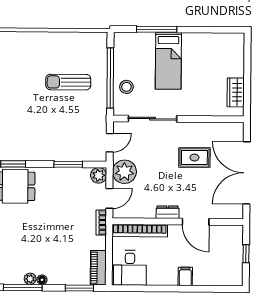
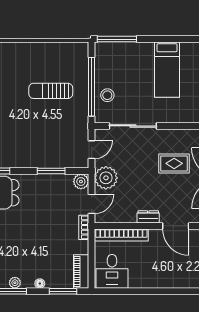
window: (157, 29) -> (117, 39), moved
bed: (168, 61) -> (167, 70), moved
filing cabinet: (185, 276) -> (166, 279), removed
floor lamp: (42, 280) -> (40, 284), moved

